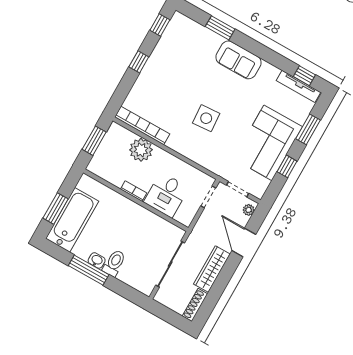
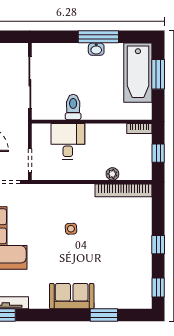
side table: (206, 118) -> (71, 229), width x0.54, depth x0.54
window: (94, 141) -> (158, 153), width x0.67
plant: (141, 150) -> (112, 174), width x0.53, depth x0.53
bookcase: (134, 191) -> (139, 129), moved
toilet: (114, 263) -> (73, 107), moved, turned 180

